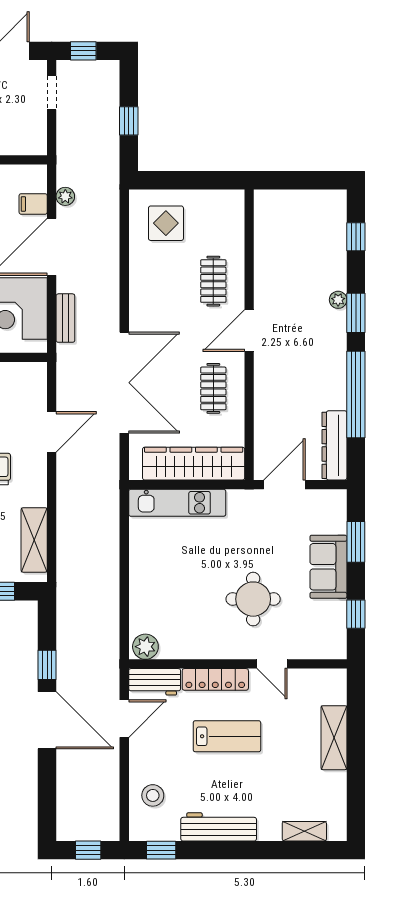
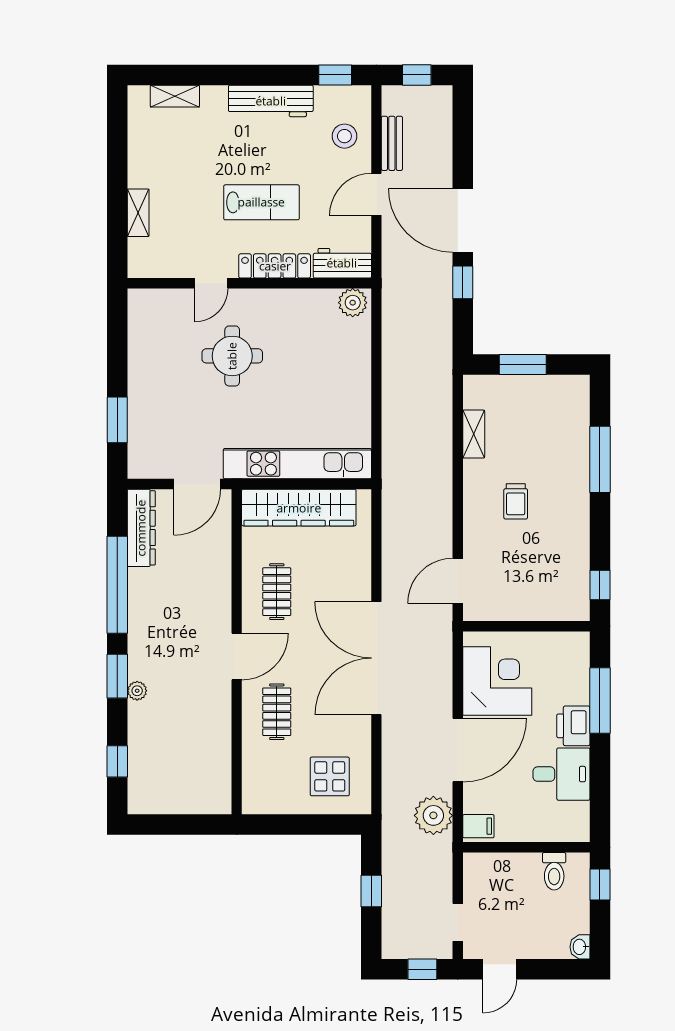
plant: (65, 196) -> (433, 815), width x1.87, depth x1.87
filing cabinet: (33, 204) -> (478, 826), moved
bench: (65, 318) -> (392, 143), moved
double door: (124, 383) -> (376, 658), moved
door: (52, 432) -> (458, 581), moved
kitchen unit: (177, 503) -> (297, 464), width x1.36
shelving: (34, 540) -> (474, 434), width x0.67, depth x0.75
sofa: (328, 567) -> (148, 392), removed
window: (356, 614) -> (117, 339), removed
door: (272, 664) -> (211, 283), swing flipped
door: (124, 719) -> (376, 194), moved
lab bench: (227, 736) -> (261, 202), turned 180
shelving: (334, 738) -> (138, 213), width x0.67, depth x0.75

